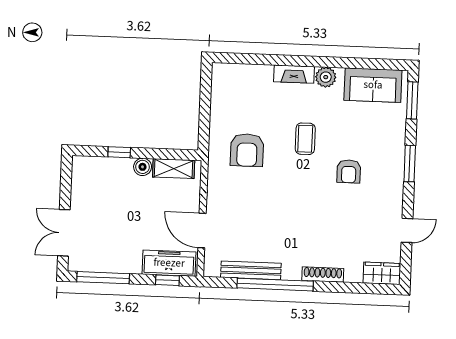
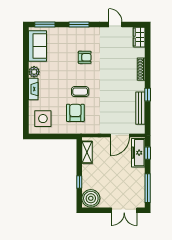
side table: (239, 90) -> (43, 119), added
coffee table: (305, 139) -> (80, 92), moved
armchair: (247, 150) -> (75, 113), turned -90
boiler: (143, 167) -> (91, 198), moved, width x1.86, depth x1.86
window: (275, 285) -> (148, 95), width x0.32

